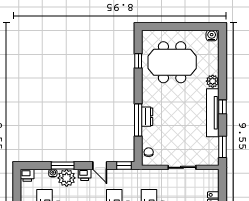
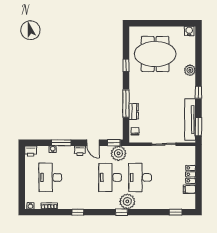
window: (138, 61) -> (126, 65), moved
tv unit: (213, 113) -> (190, 120), moved
dresser: (147, 117) -> (134, 111), moved
plant: (67, 178) -> (119, 153), moved

